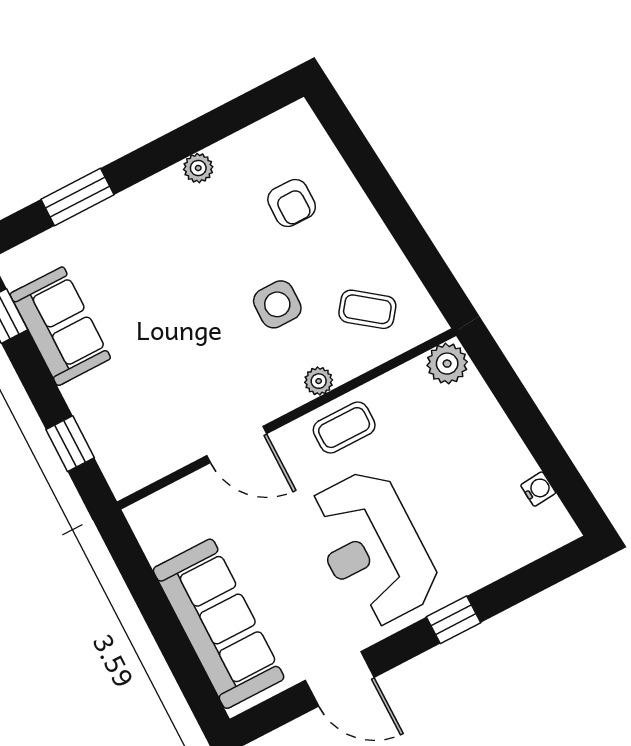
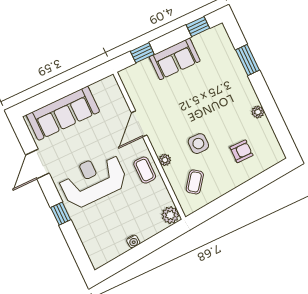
armchair: (292, 203) -> (241, 151), turned 180
sofa: (60, 326) -> (175, 59), moved
water cooler: (538, 489) -> (133, 241), moved

